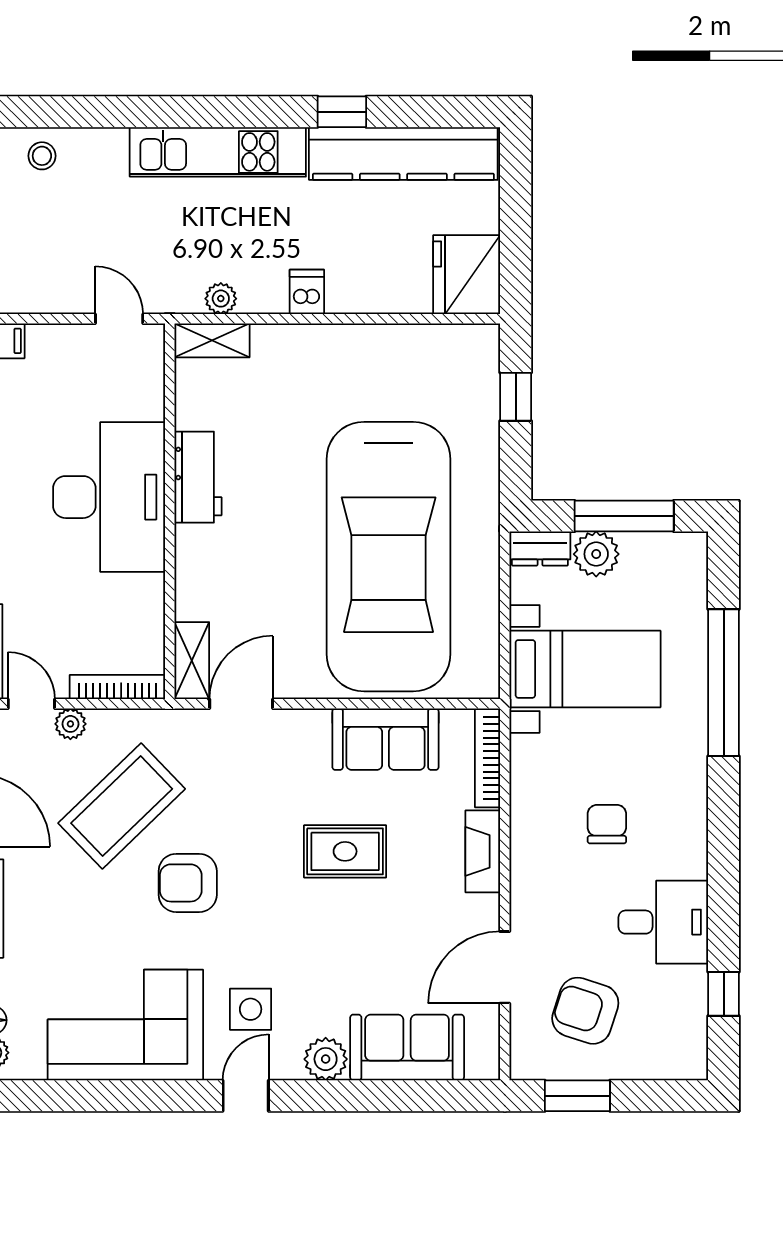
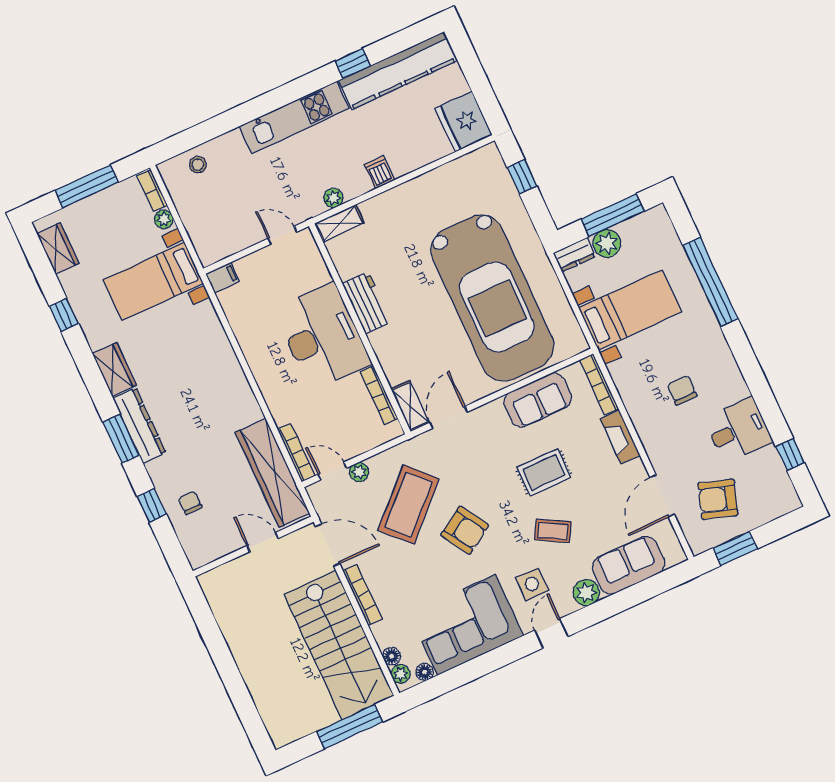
bookcase: (117, 687) -> (379, 395), moved, turned -90
armchair: (188, 883) -> (465, 530), turned -122
coffee table: (318, 945) -> (553, 531), added
floor lamp: (30, 1066) -> (425, 672), added

